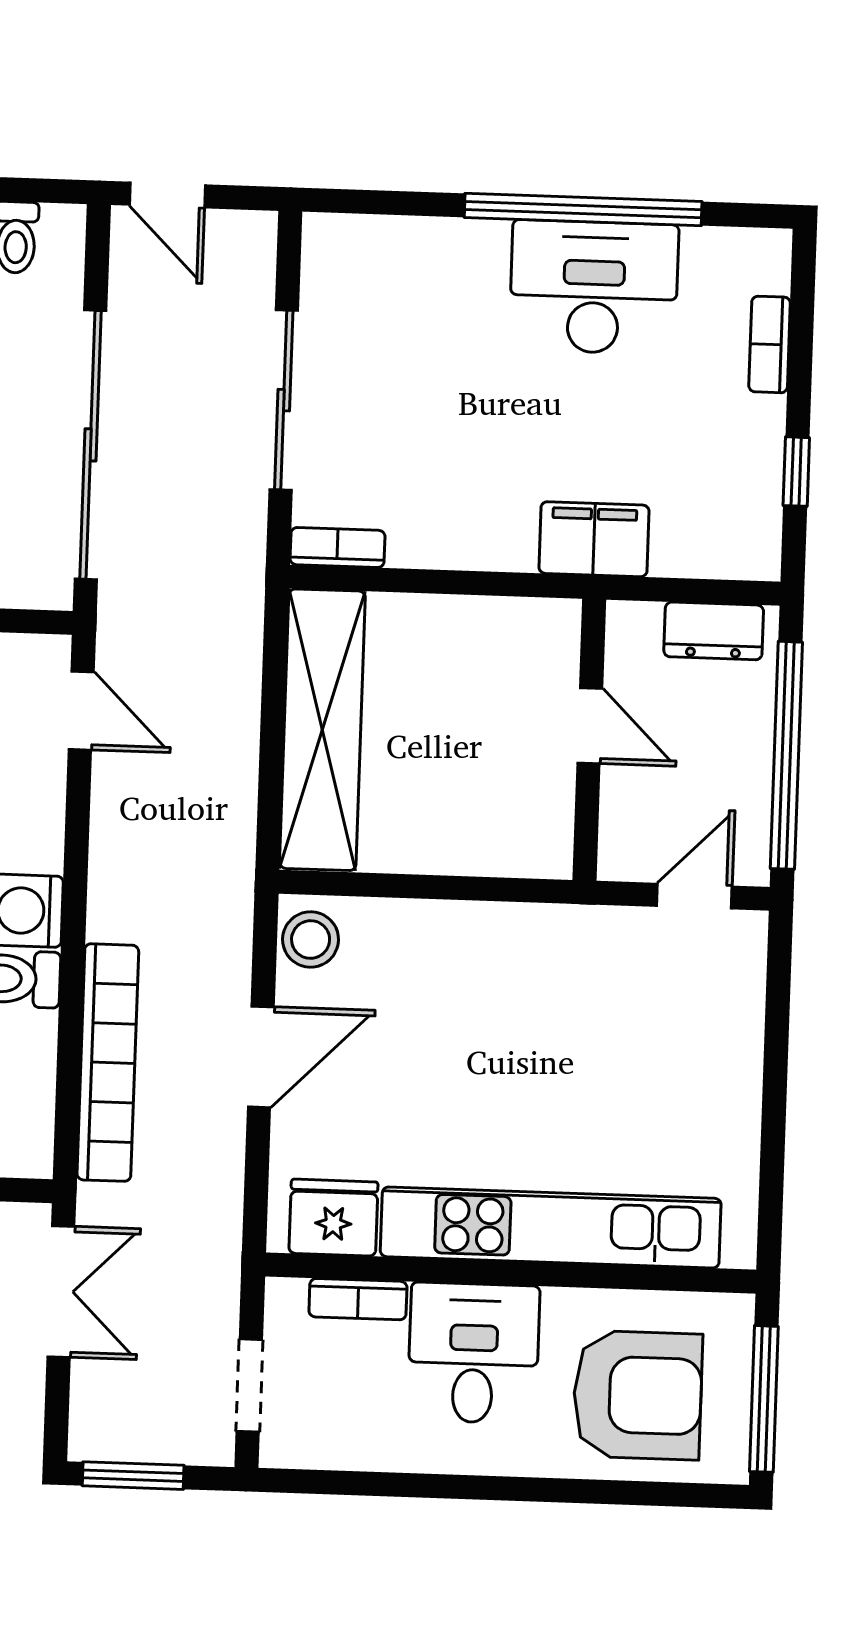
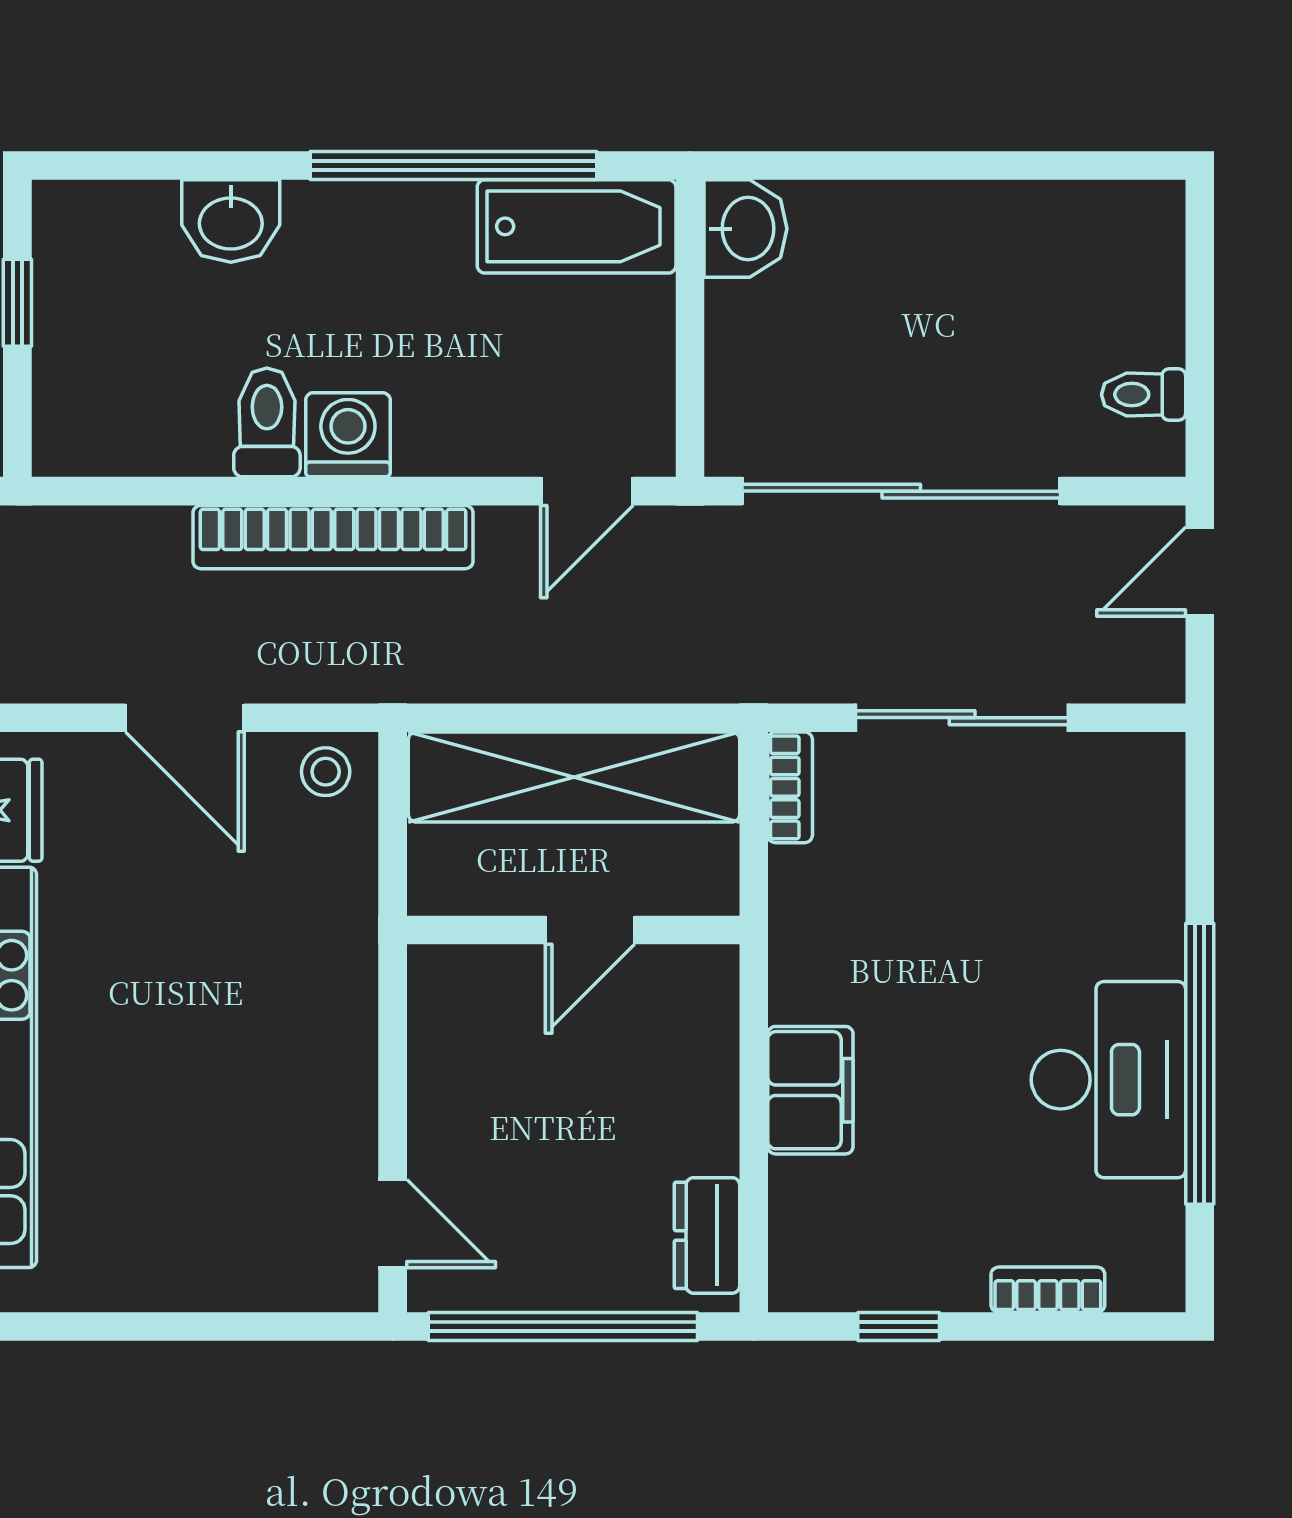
door: (590, 726) -> (590, 930), moved
wall: (589, 740) -> (573, 930), moved
stool: (311, 939) -> (326, 772), width x0.73, depth x0.73
bookcase: (108, 1063) -> (333, 537), moved

